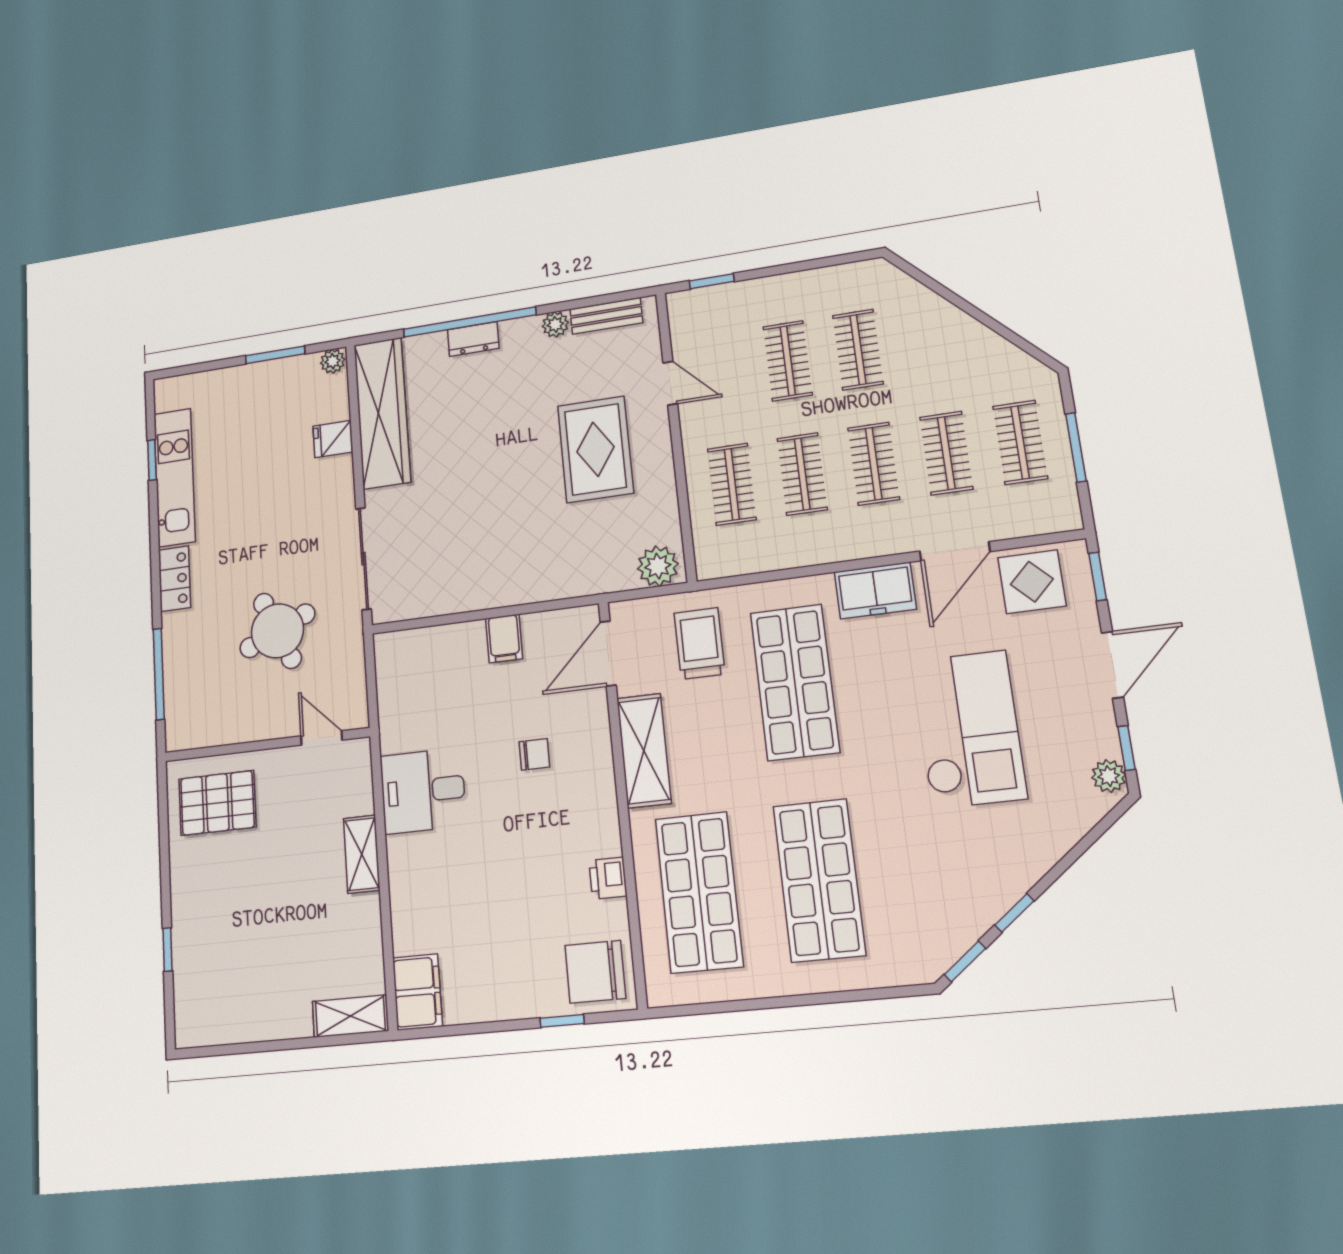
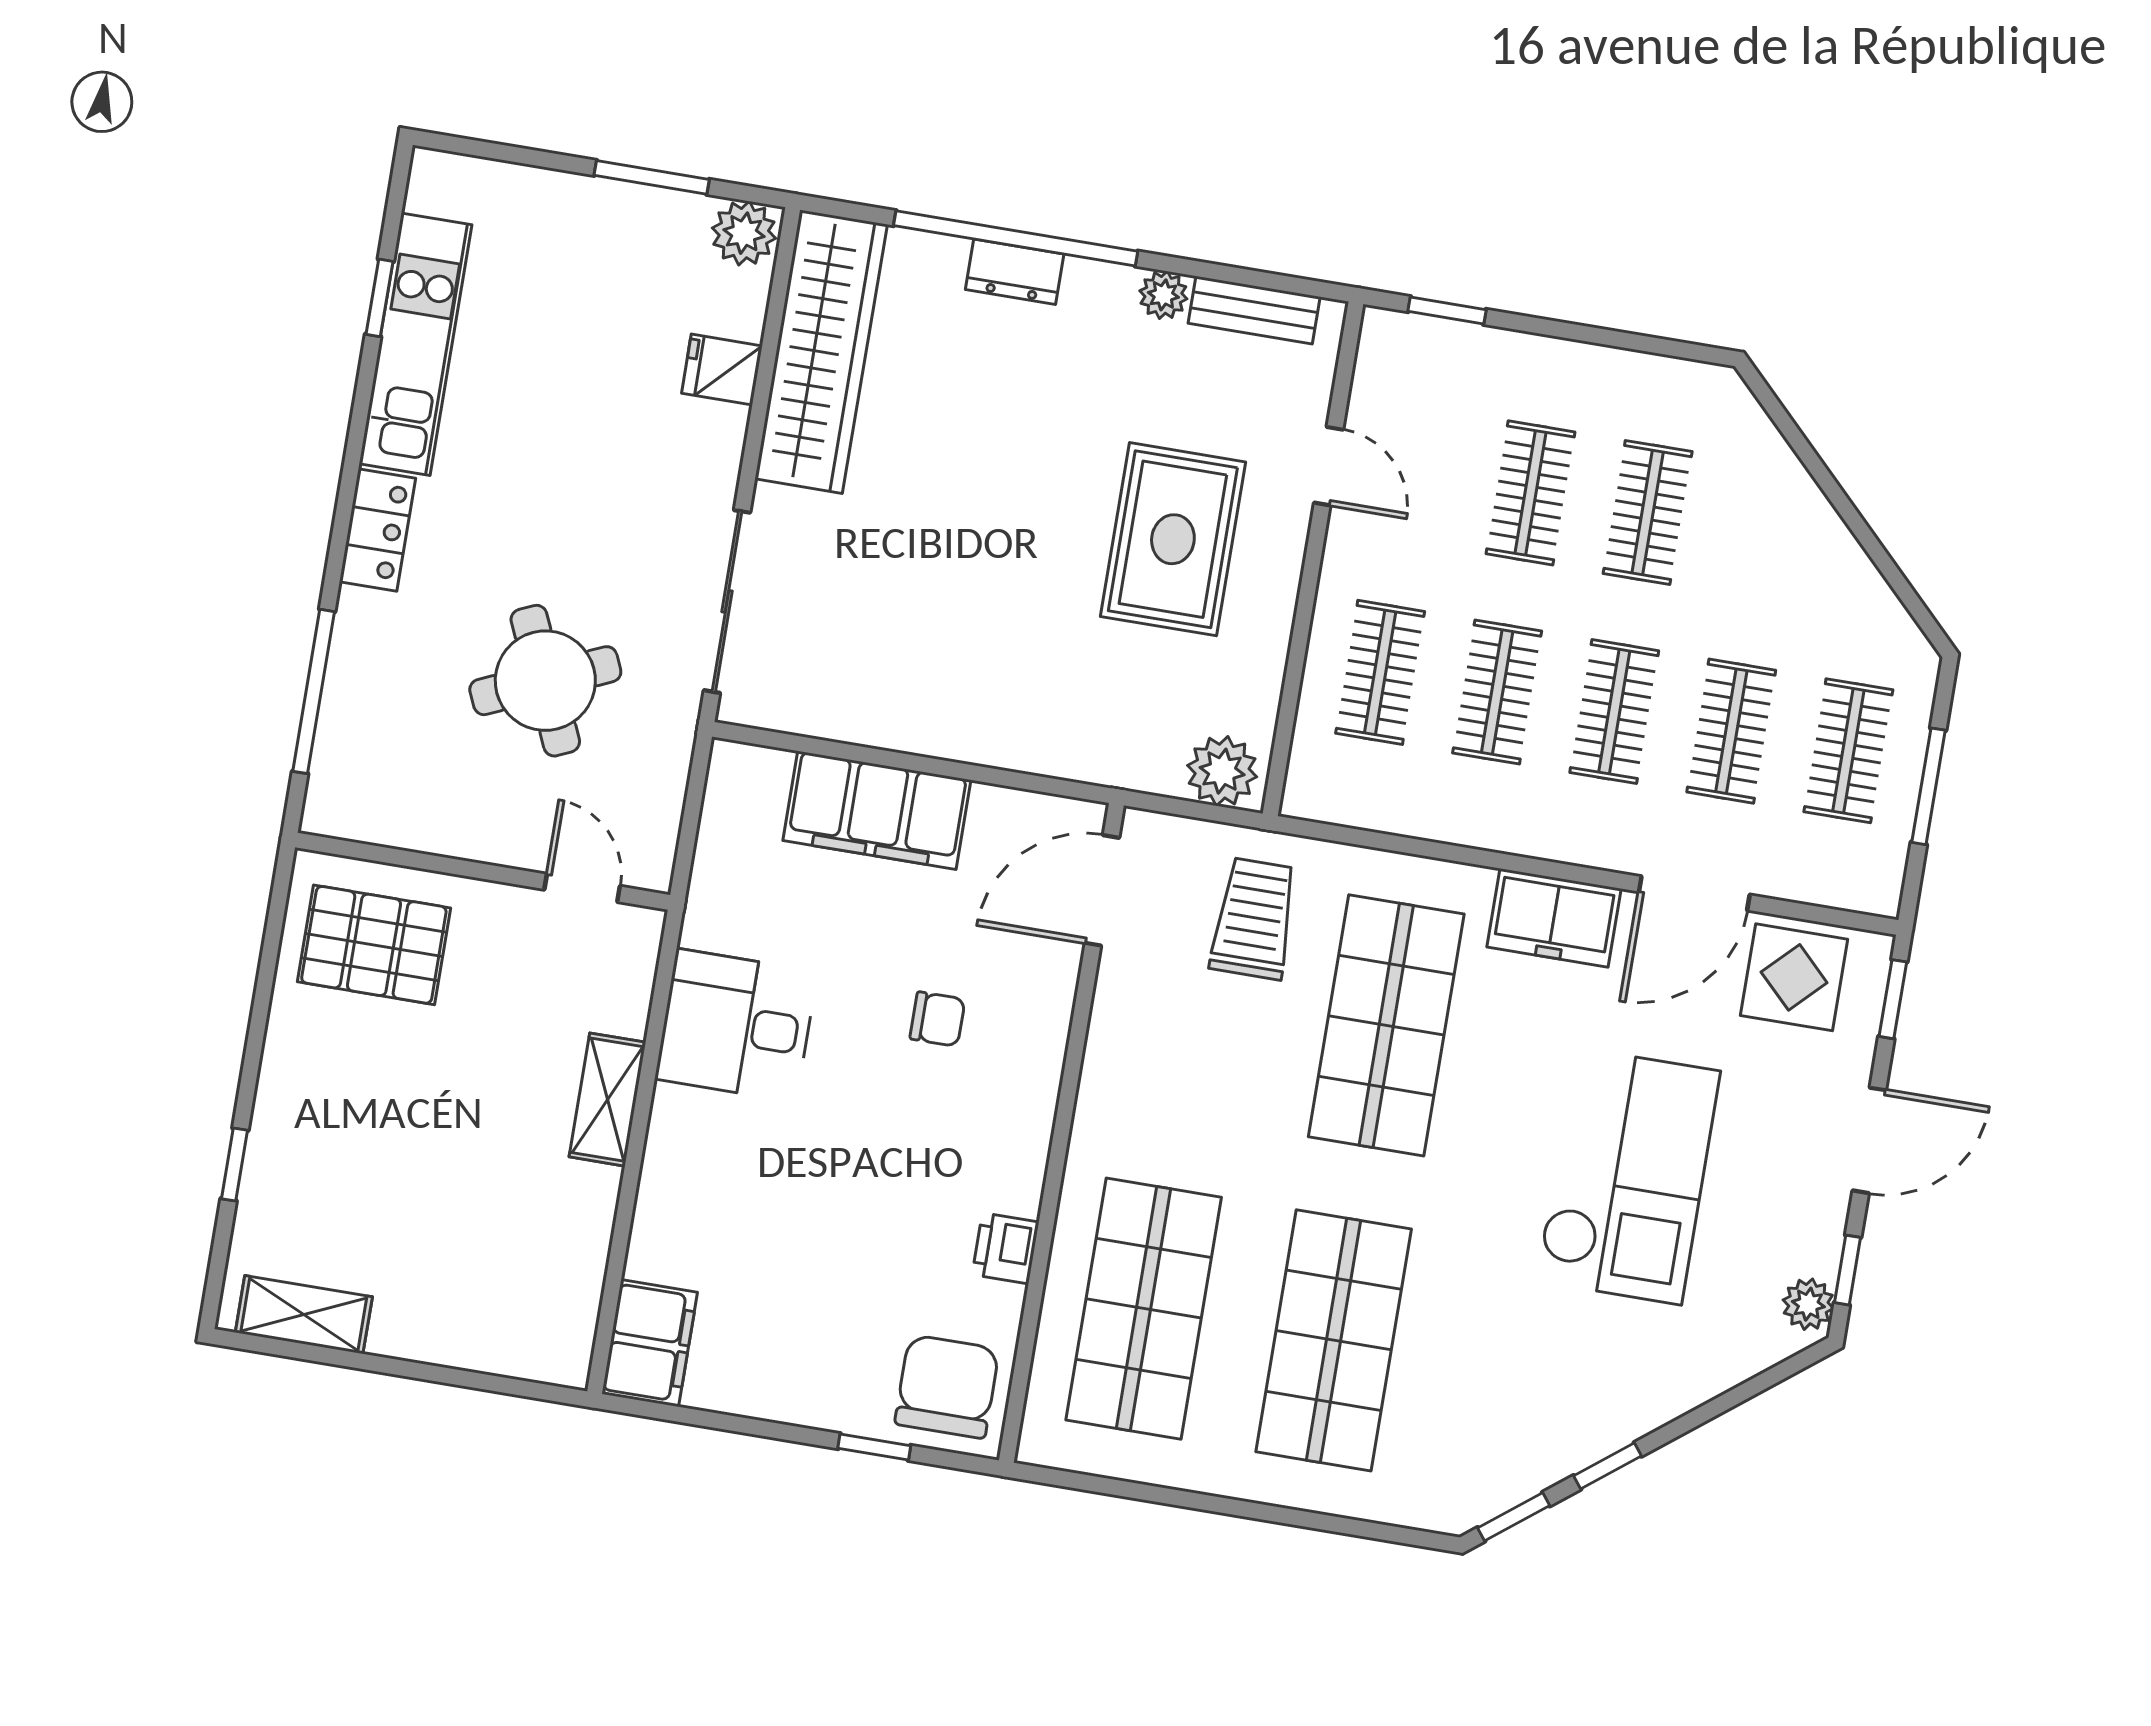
plant: (333, 361) -> (744, 233), width x1.38, depth x1.38
filing cabinet: (504, 639) -> (877, 810), width x3.00, depth x1.17
shelving: (644, 751) -> (1117, 1064), removed
chair: (595, 972) -> (947, 1387), turned 90
shelving: (350, 1016) -> (304, 1315), moved

